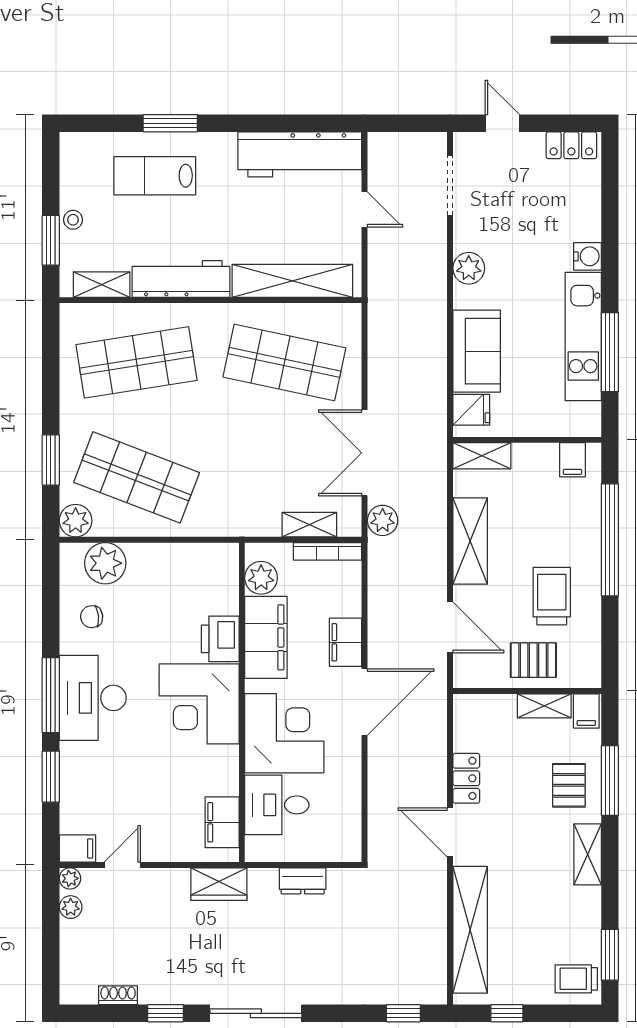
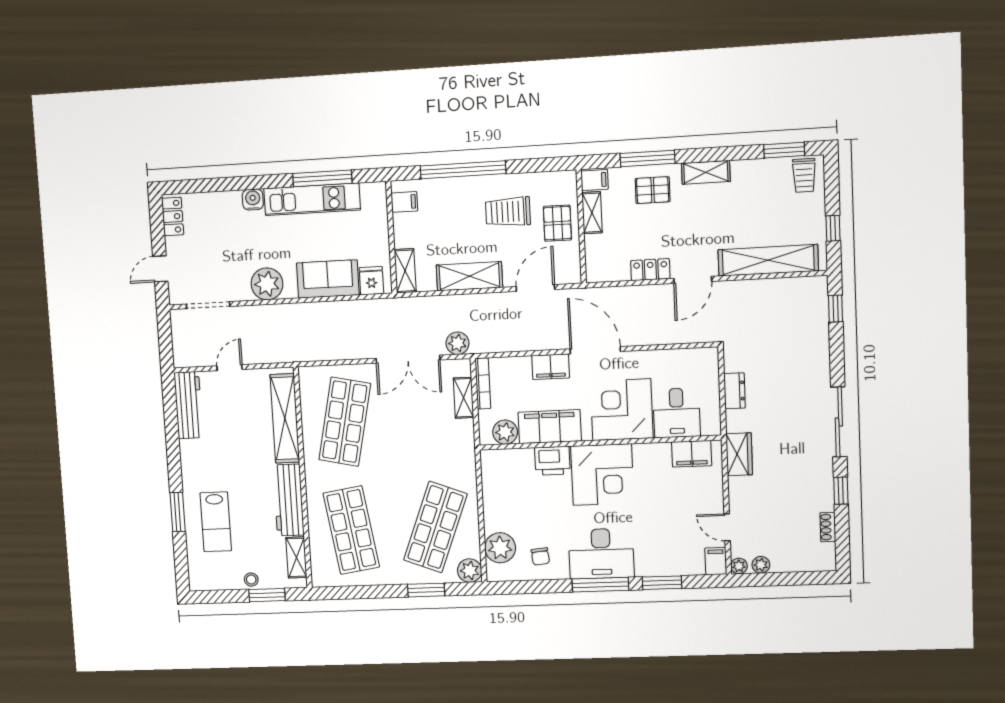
workbench: (300, 154) -> (188, 405), width x0.73, depth x0.76
plant: (469, 268) -> (267, 284), width x1.36, depth x1.36

